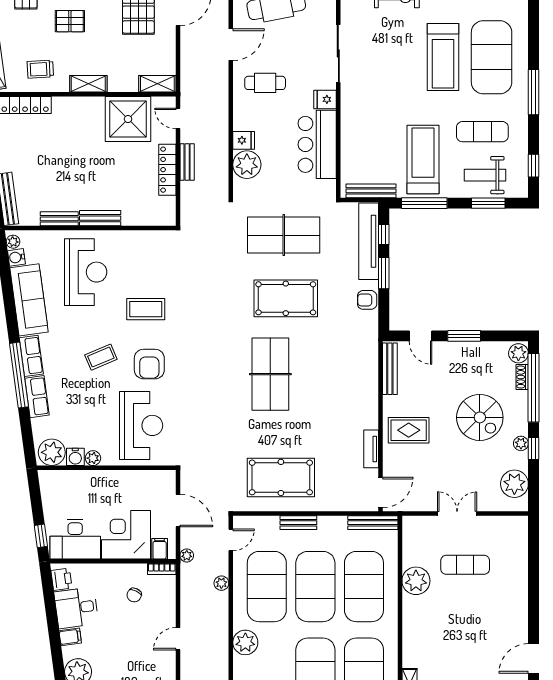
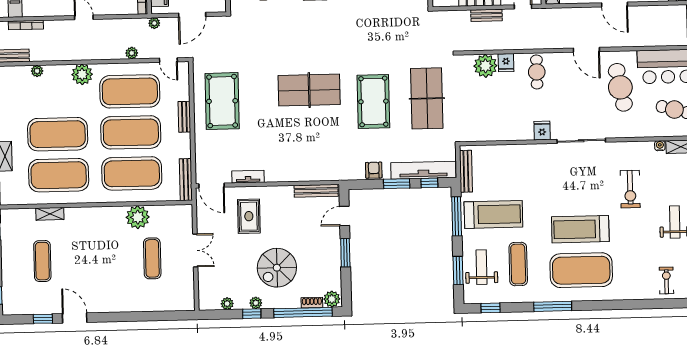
cafe table: (265, 83) -> (537, 72), moved
bar counter: (317, 144) -> (504, 125), removed
rug: (409, 430) -> (249, 216), moved
plant: (514, 484) -> (227, 304), width x0.53, depth x0.53

